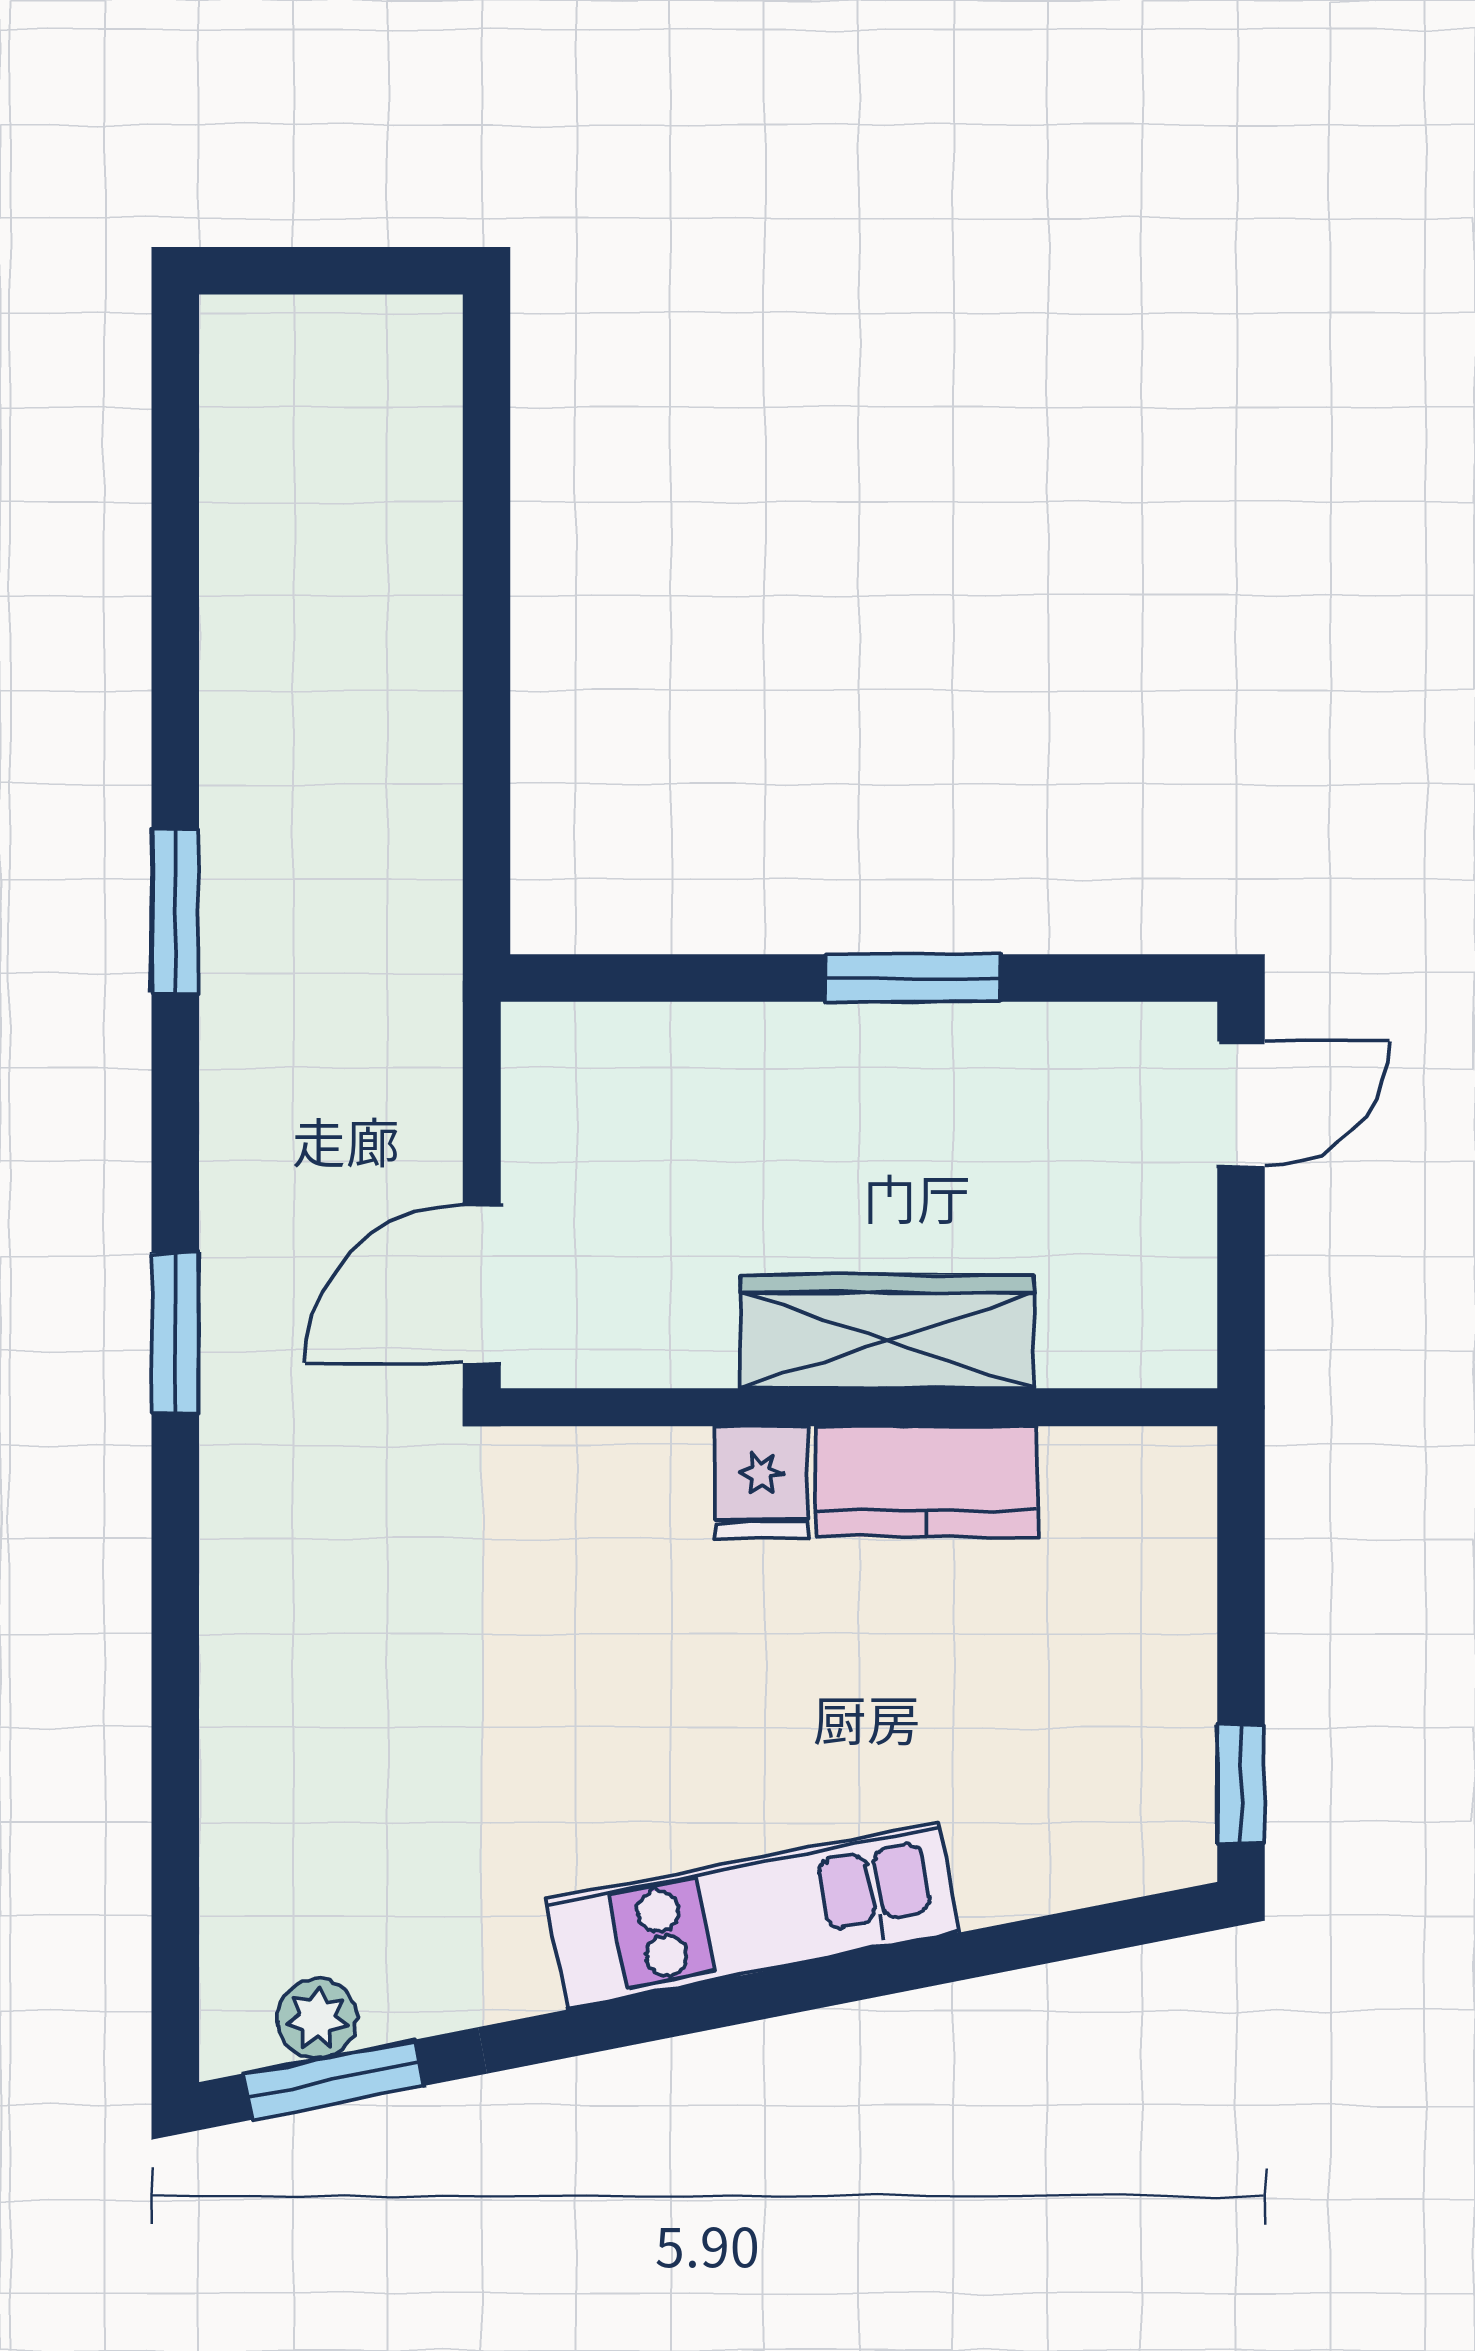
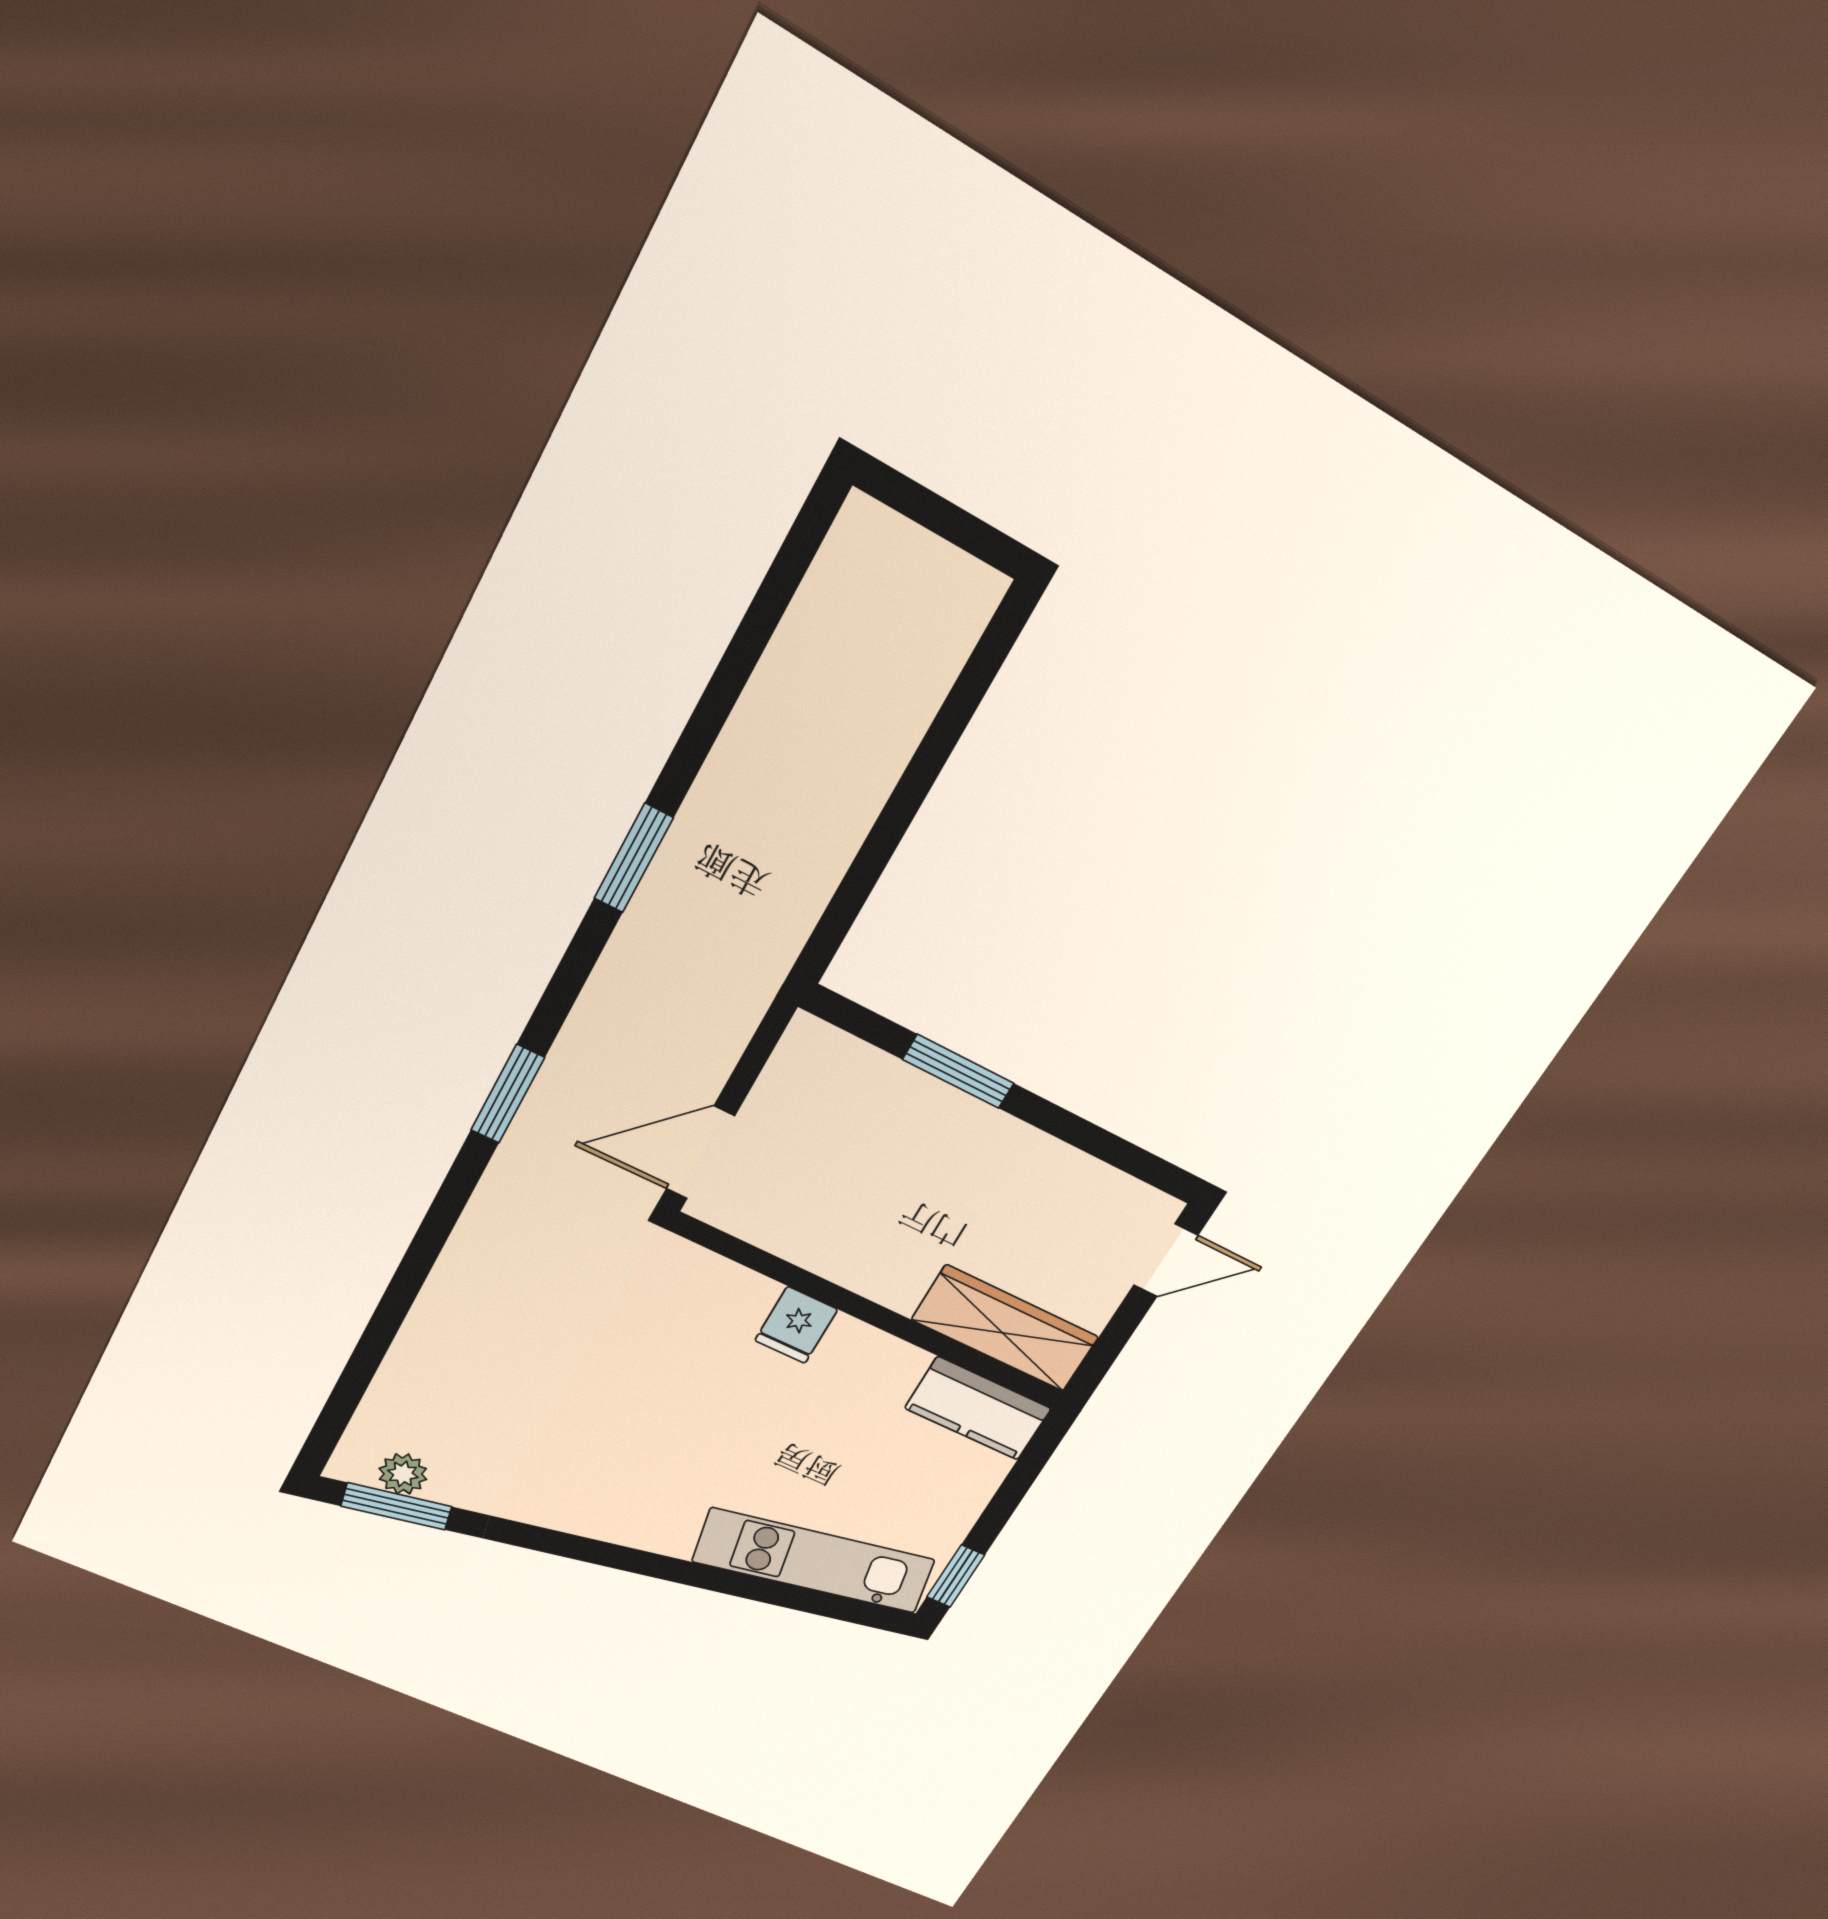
window: (913, 978) -> (958, 1071), moved
wardrobe: (887, 1331) -> (1005, 1328), moved
kitchen counter: (927, 1481) -> (978, 1408), moved
kitchen unit: (753, 1916) -> (814, 1561), moved

